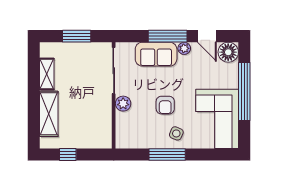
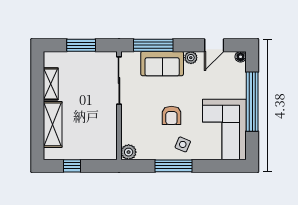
window: (168, 36) -> (153, 45), moved
door: (207, 36) -> (214, 45), hinge flipped
floor lamp: (228, 52) -> (241, 57), width x0.53, depth x0.53
plant: (123, 104) -> (129, 152), moved

